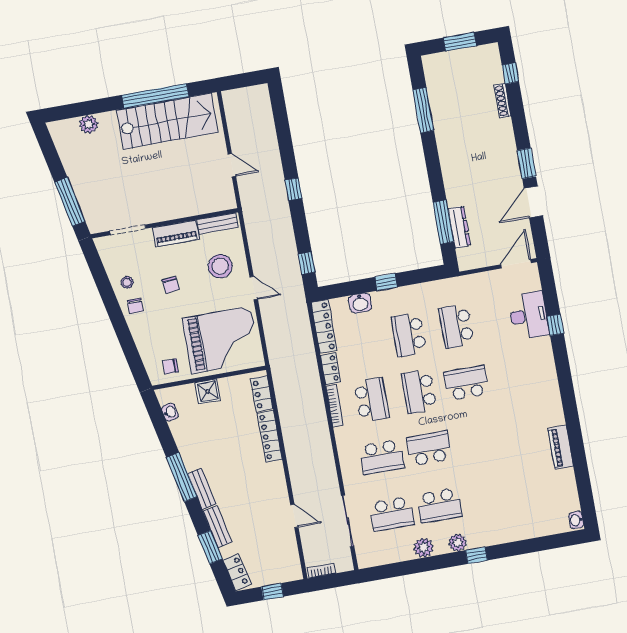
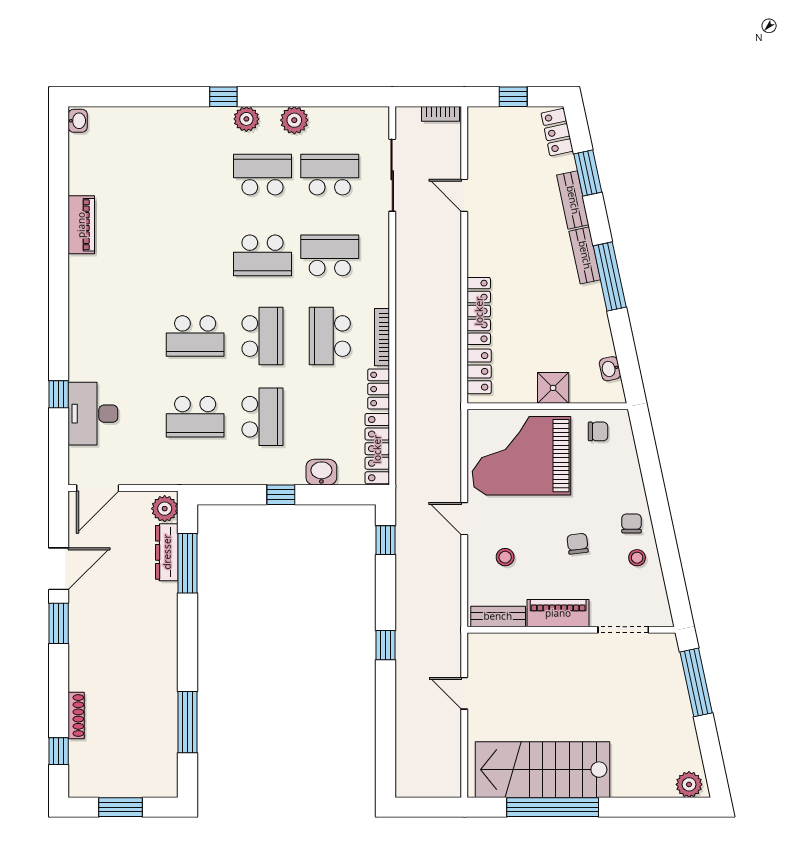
plant: (89, 124) -> (689, 784), moved
plant: (466, 258) -> (165, 509), added
stool: (220, 266) -> (505, 557), width x0.53, depth x0.53
school desk: (456, 326) -> (195, 417), turned 90

